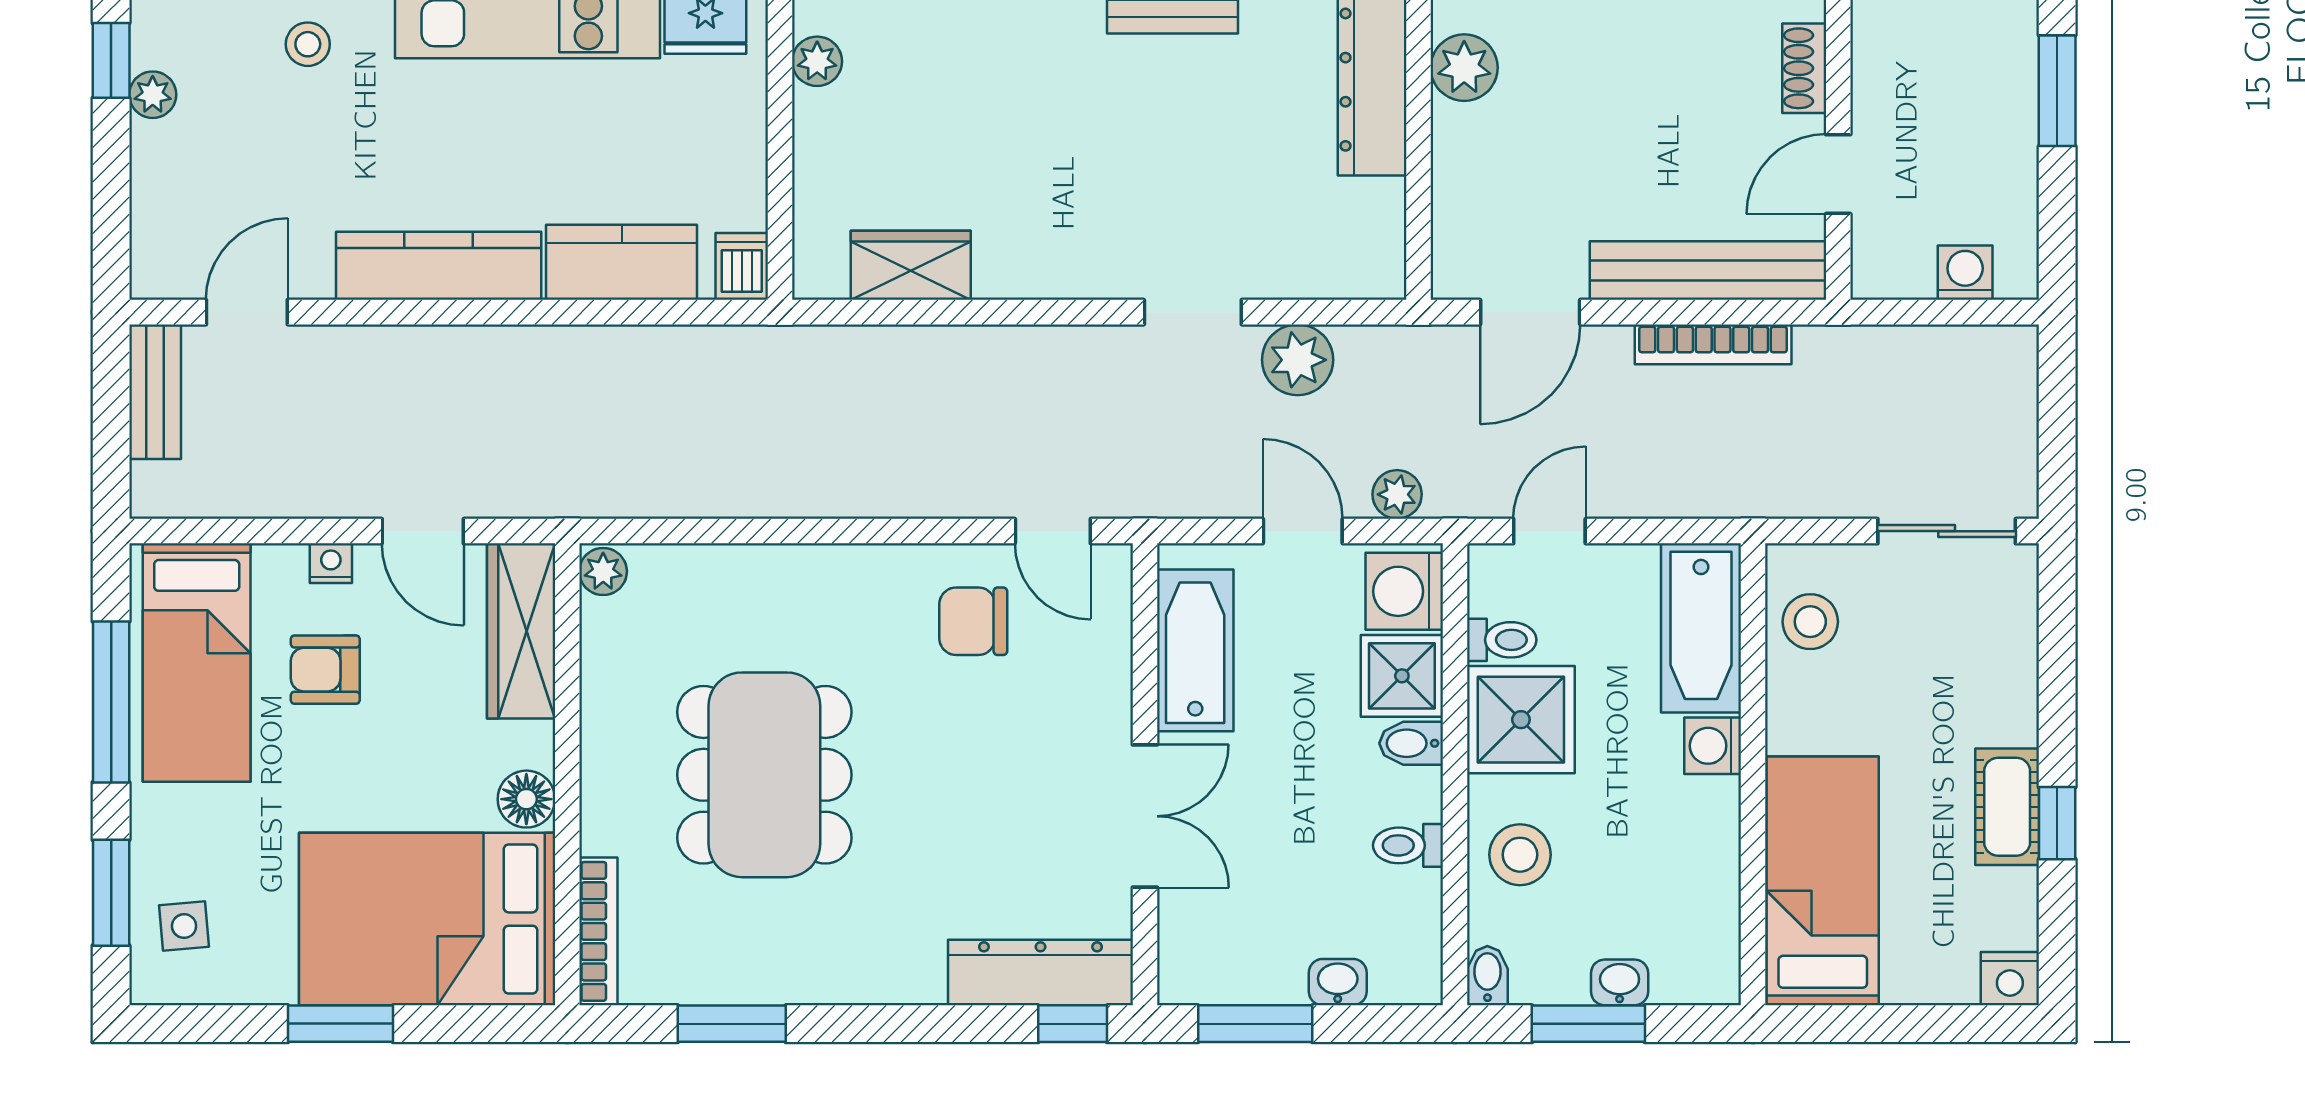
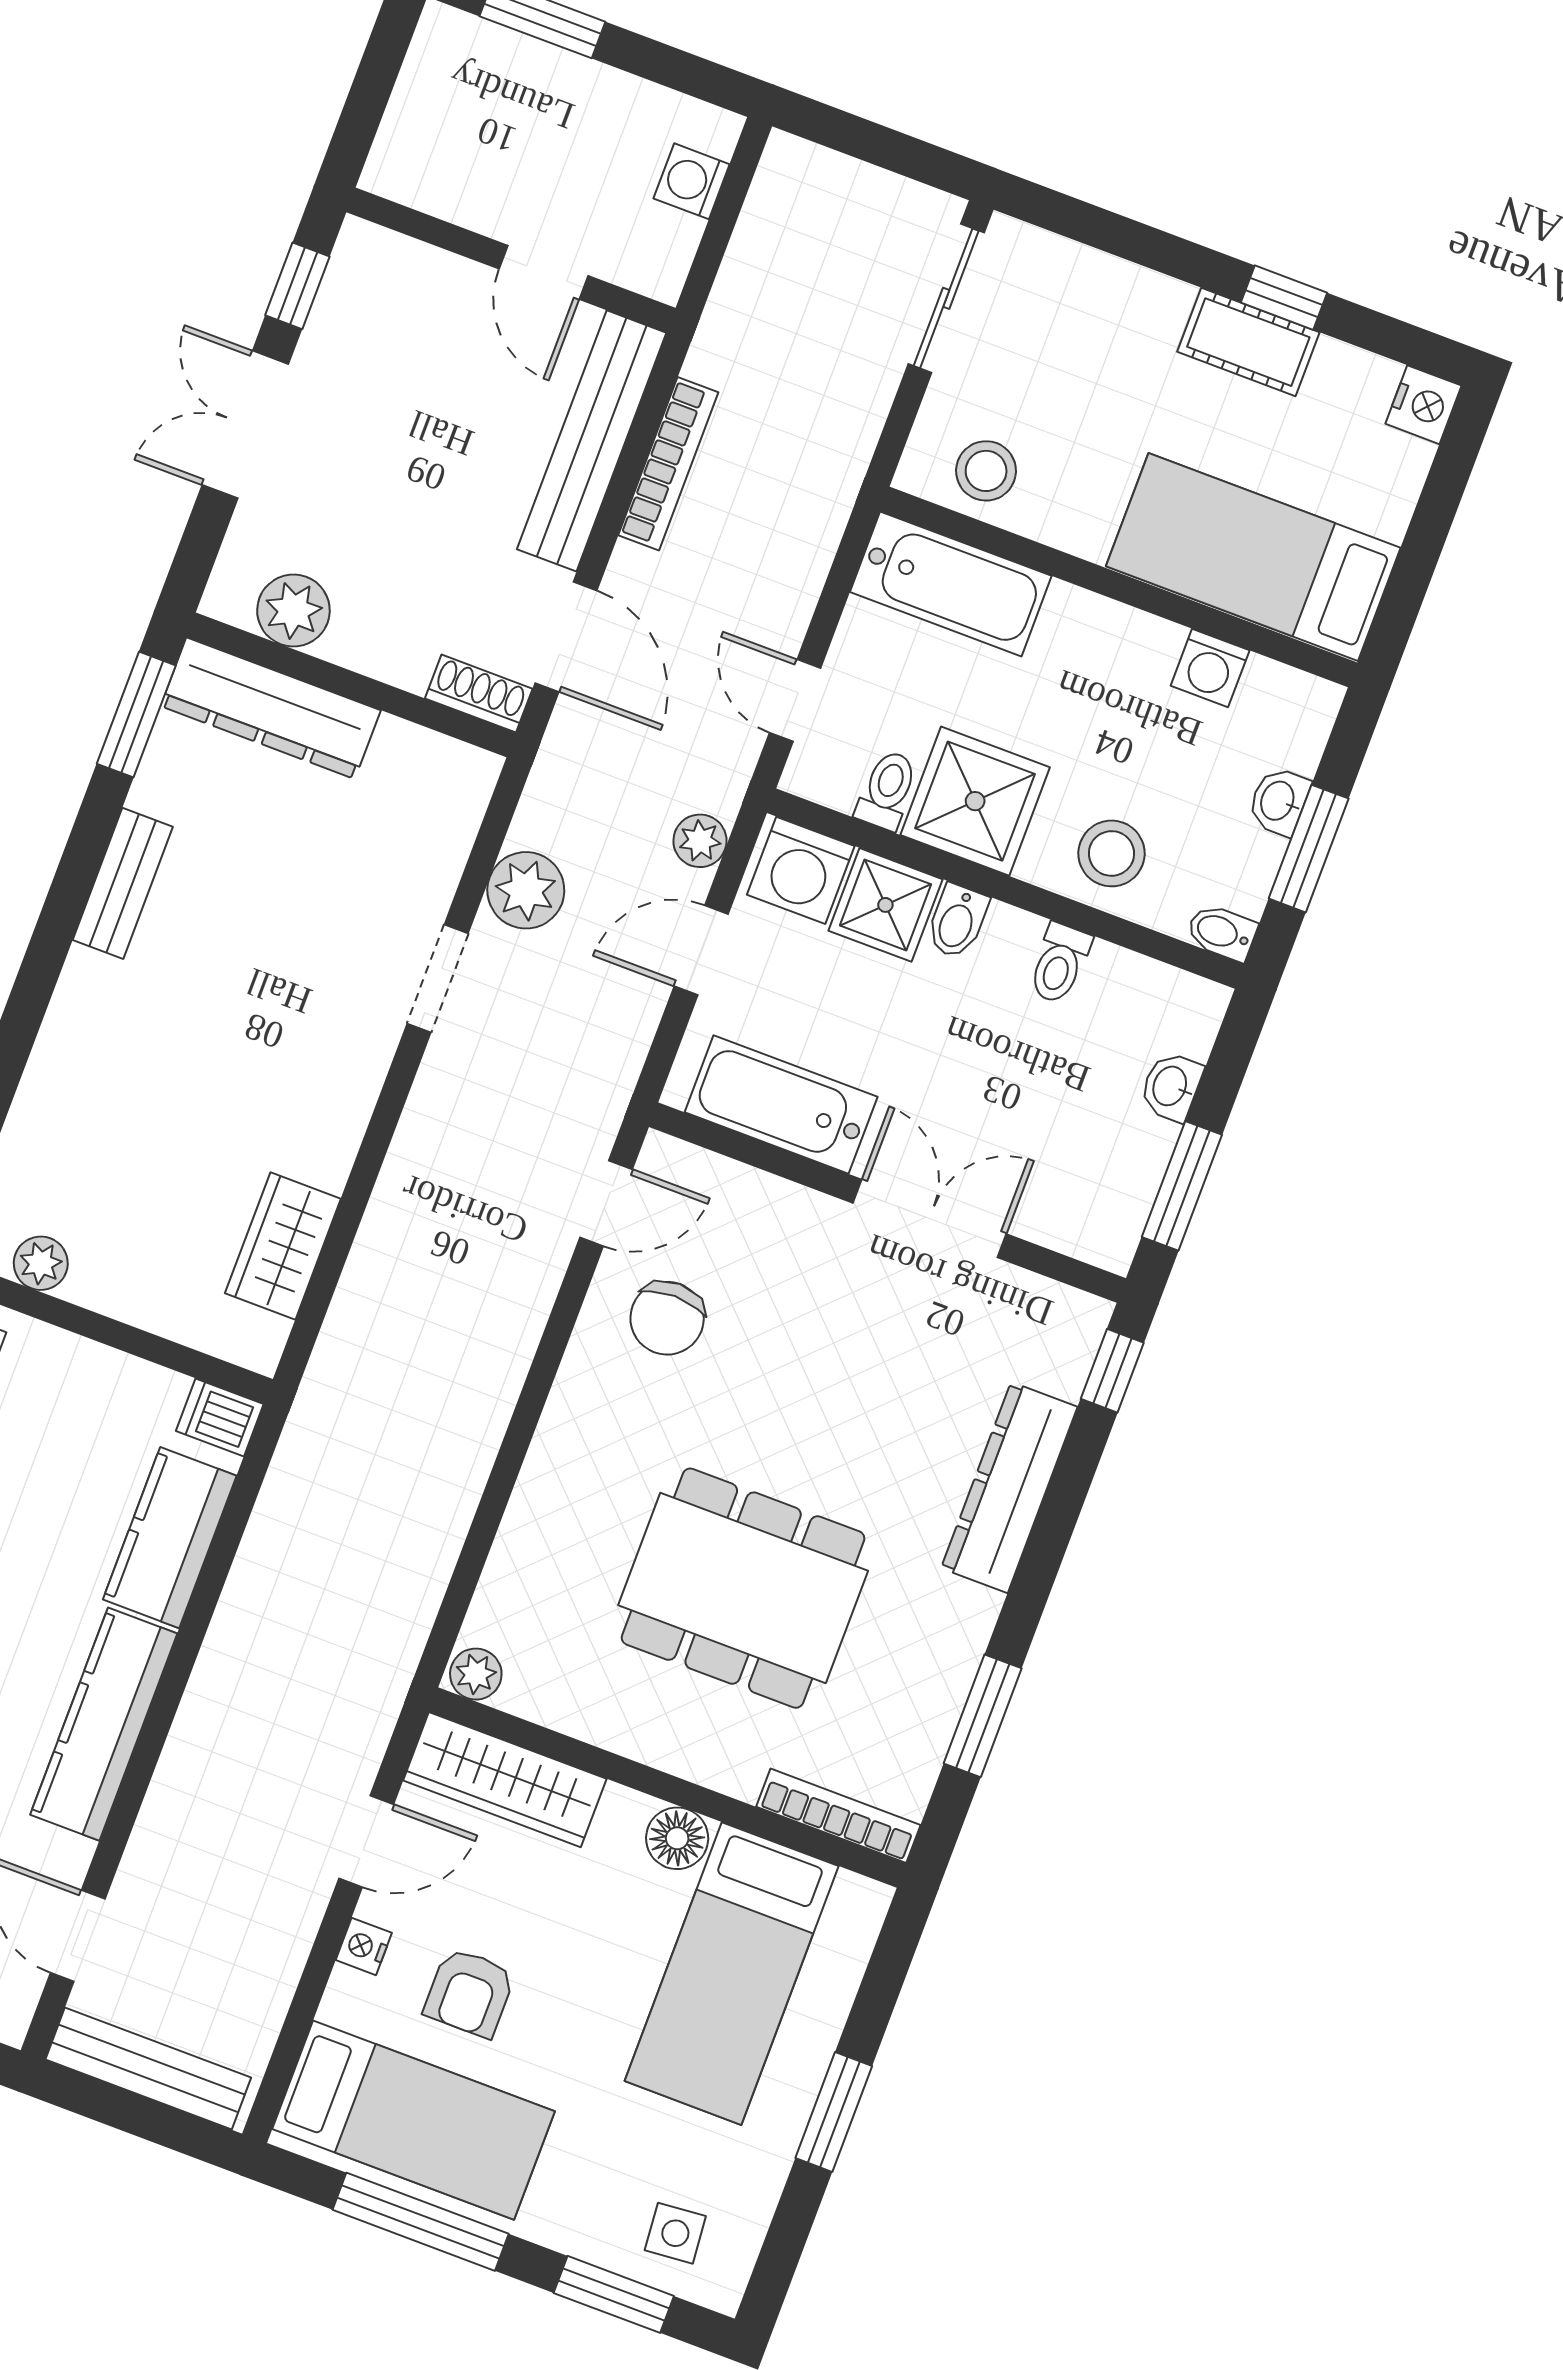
shoe rack: (1804, 68) -> (479, 694), moved, turned 180
bench: (155, 392) -> (148, 2069), width x1.36
washing machine: (1713, 746) -> (1210, 668), moved
bed: (427, 919) -> (732, 1974), width x0.67
dresser: (1040, 973) -> (1009, 1488), moved

